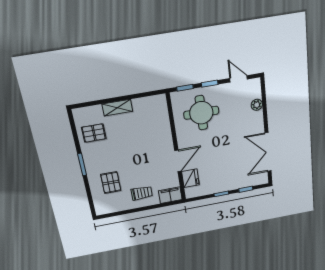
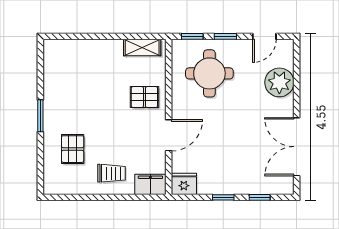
door: (239, 79) -> (264, 36), swing flipped
plant: (257, 105) -> (279, 82), width x1.87, depth x1.87
shelving: (117, 108) -> (142, 47), moved
pallet: (94, 133) -> (144, 97), moved
fridge: (190, 178) -> (184, 184), moved, turned -90

